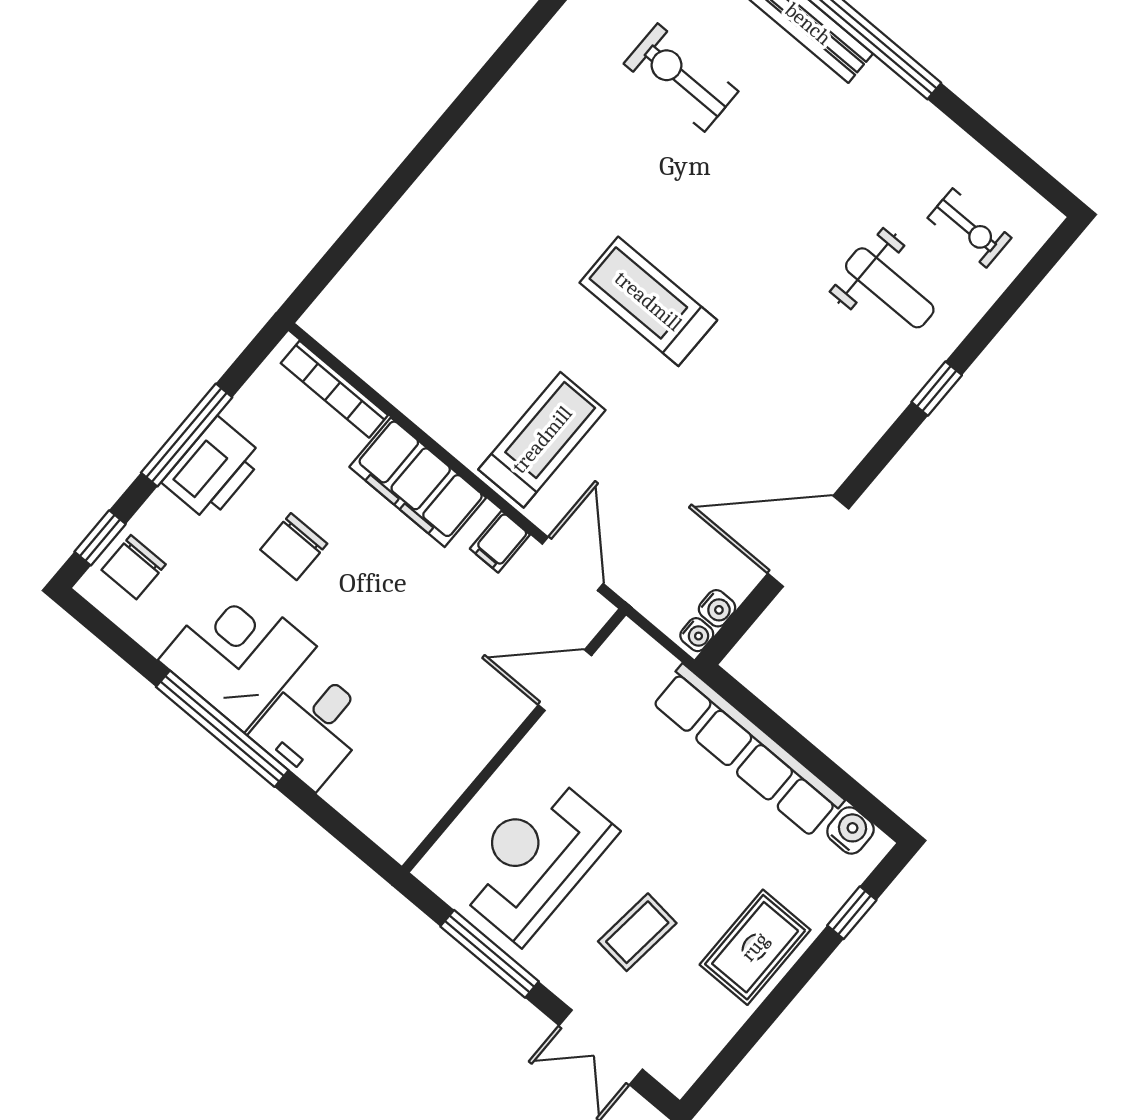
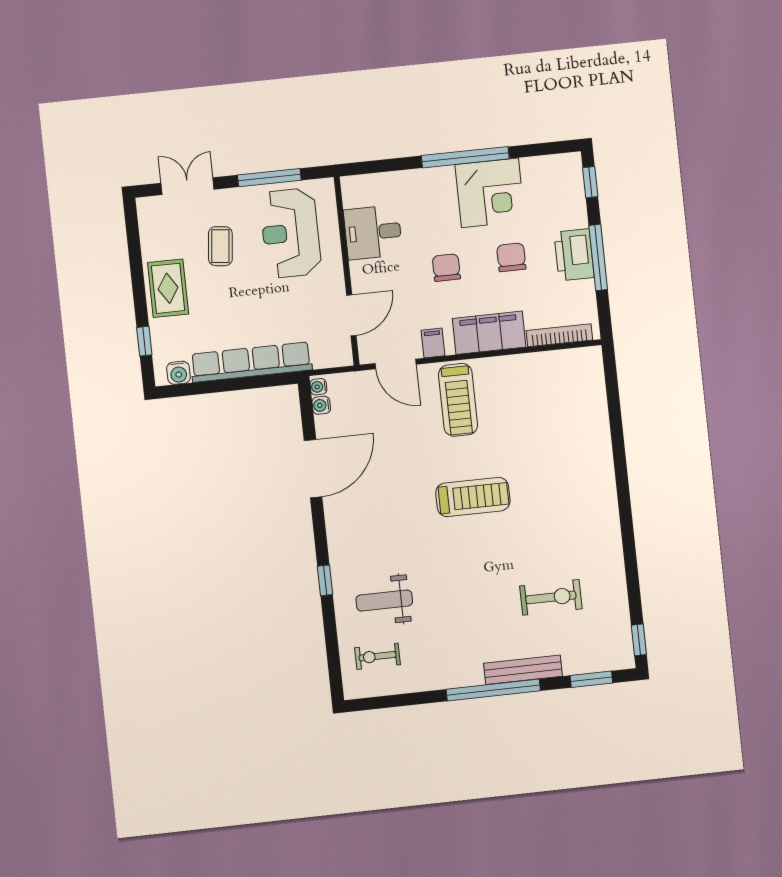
chair: (134, 567) -> (446, 268), moved
desk: (313, 727) -> (373, 232), moved, turned -90
reception desk: (534, 859) -> (290, 233), turned 180

